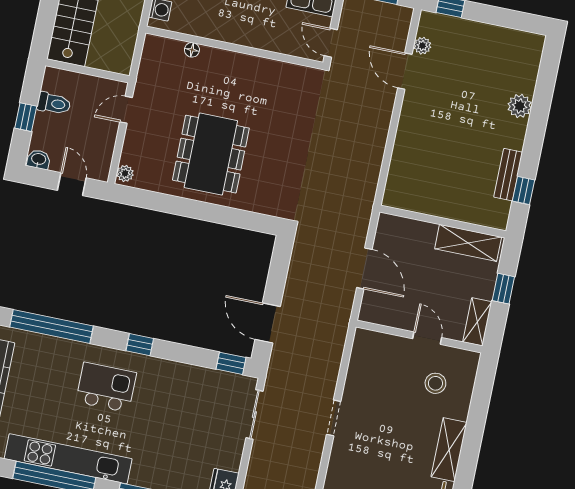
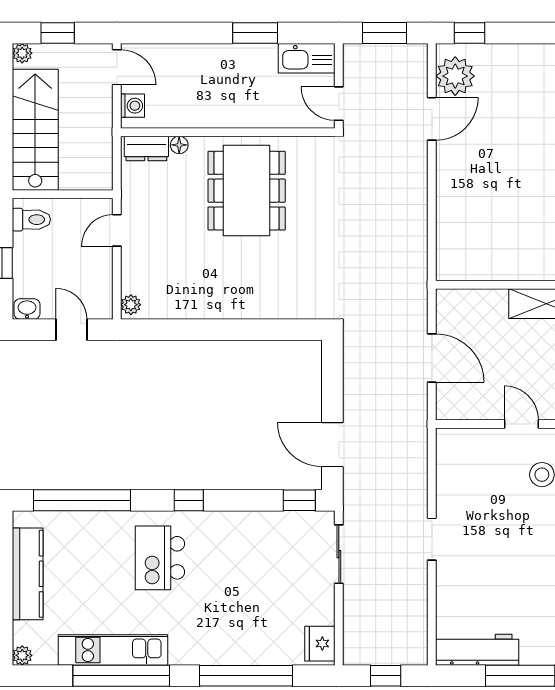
plant: (422, 46) -> (455, 76), width x1.88, depth x1.88
dresser: (164, 47) -> (146, 149), added
door: (405, 71) -> (432, 119), swing flipped
toilet: (54, 103) -> (31, 220), moved
dining table: (211, 154) -> (247, 191), moved
kitchen island: (106, 387) -> (160, 558), turned -90
kitchen unit: (68, 459) -> (113, 650), width x0.73

